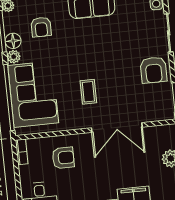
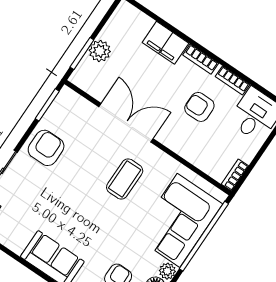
coffee table: (88, 92) -> (125, 179), width x1.36, depth x1.30
armchair: (63, 158) -> (199, 107), moved

